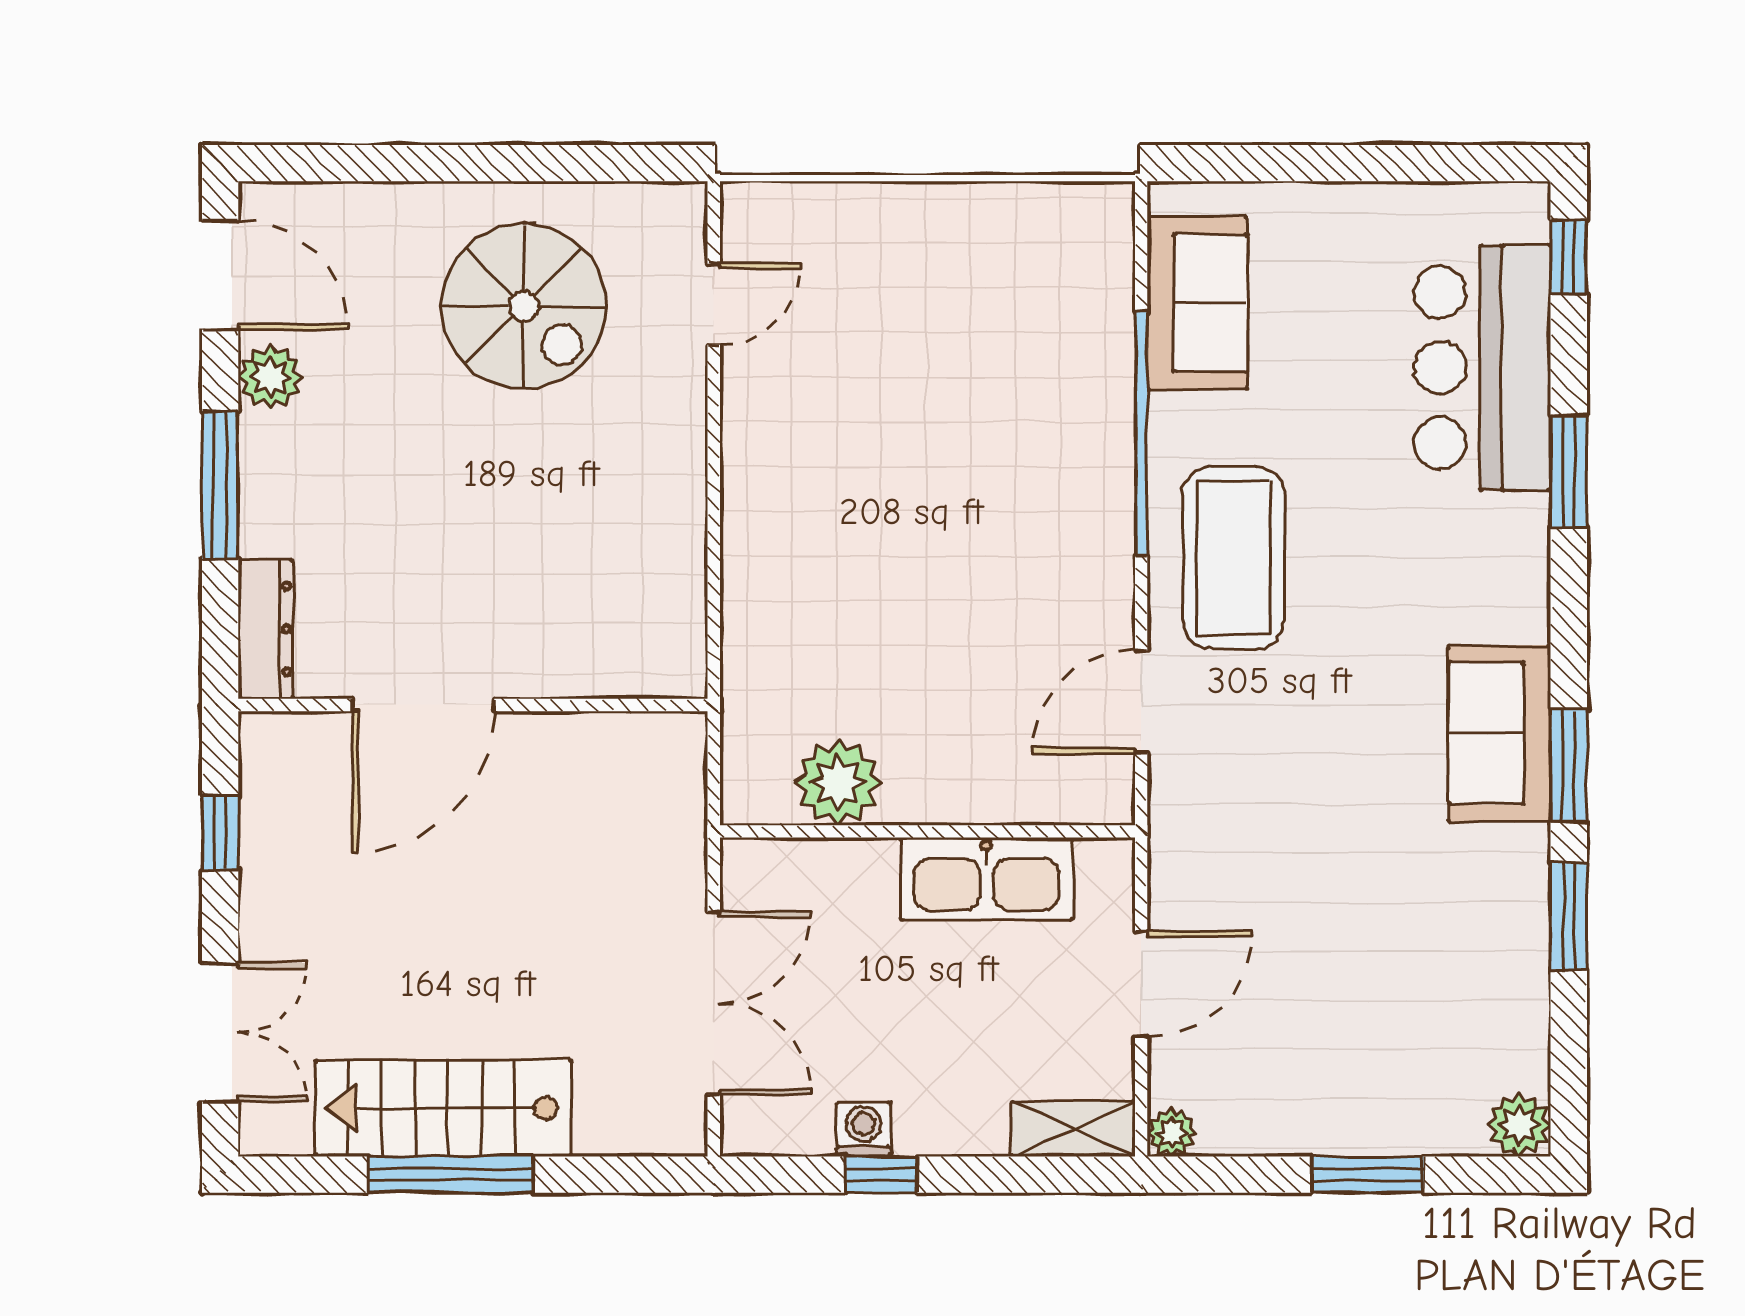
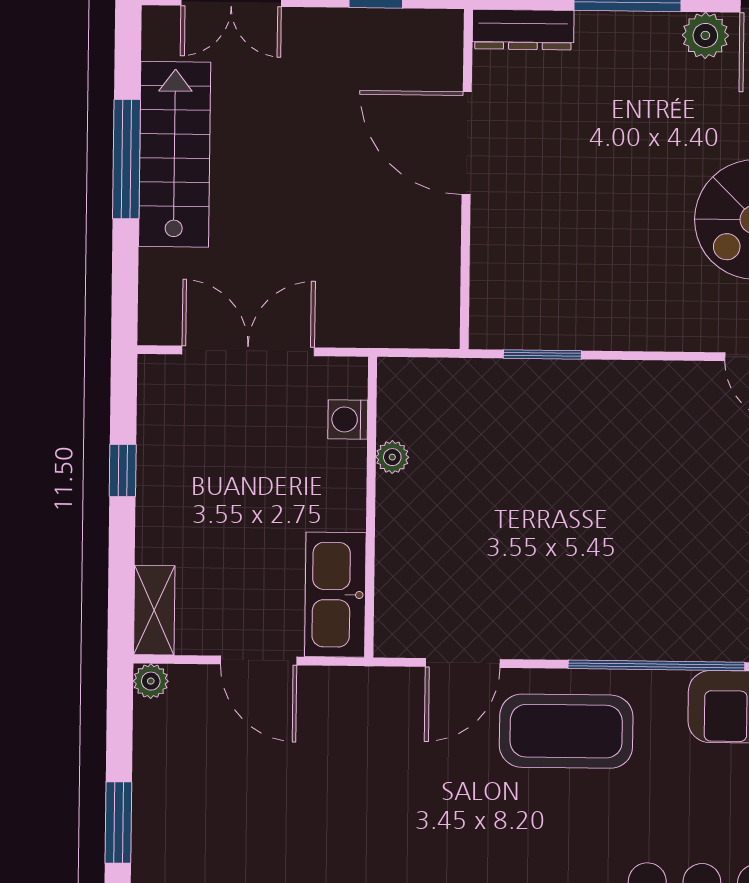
window: (714, 597) -> (542, 354), added
door: (1141, 702) -> (463, 663), swing flipped
plant: (838, 782) -> (392, 457), width x0.53, depth x0.53
kitchen sink: (987, 879) -> (335, 595), moved
double door: (714, 1003) -> (248, 351), swing flipped
washing machine: (863, 1129) -> (348, 419), moved, turned 180

